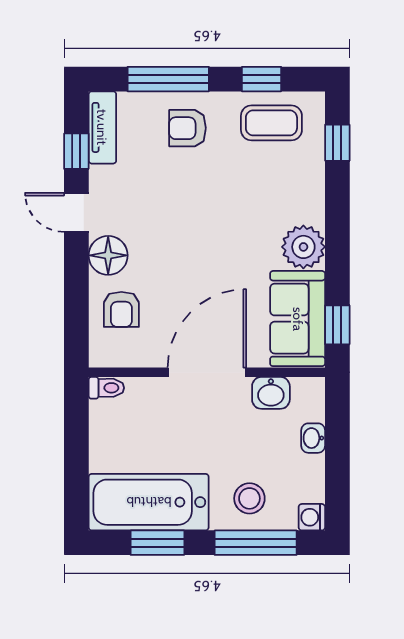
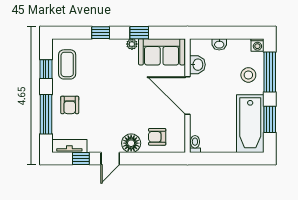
window: (337, 143) -> (101, 33), moved
plant: (303, 247) -> (132, 44), width x0.53, depth x0.53
armchair: (121, 309) -> (157, 137), turned 180
window: (337, 325) -> (139, 33), moved

